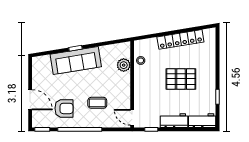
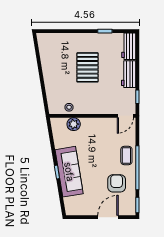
locker: (180, 39) -> (48, 68), removed
coffee table: (97, 103) -> (126, 155), moved

